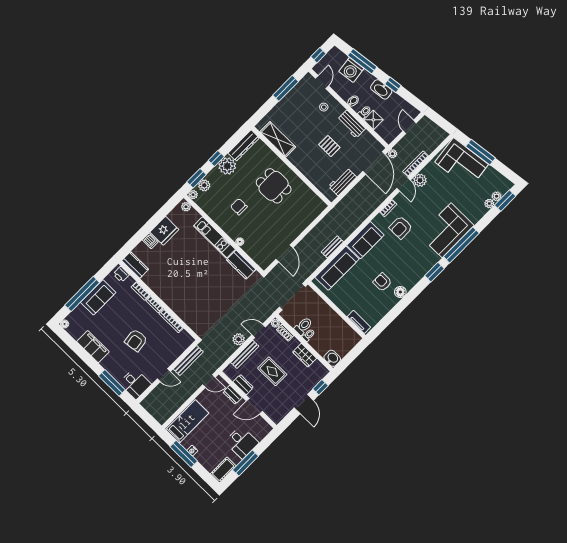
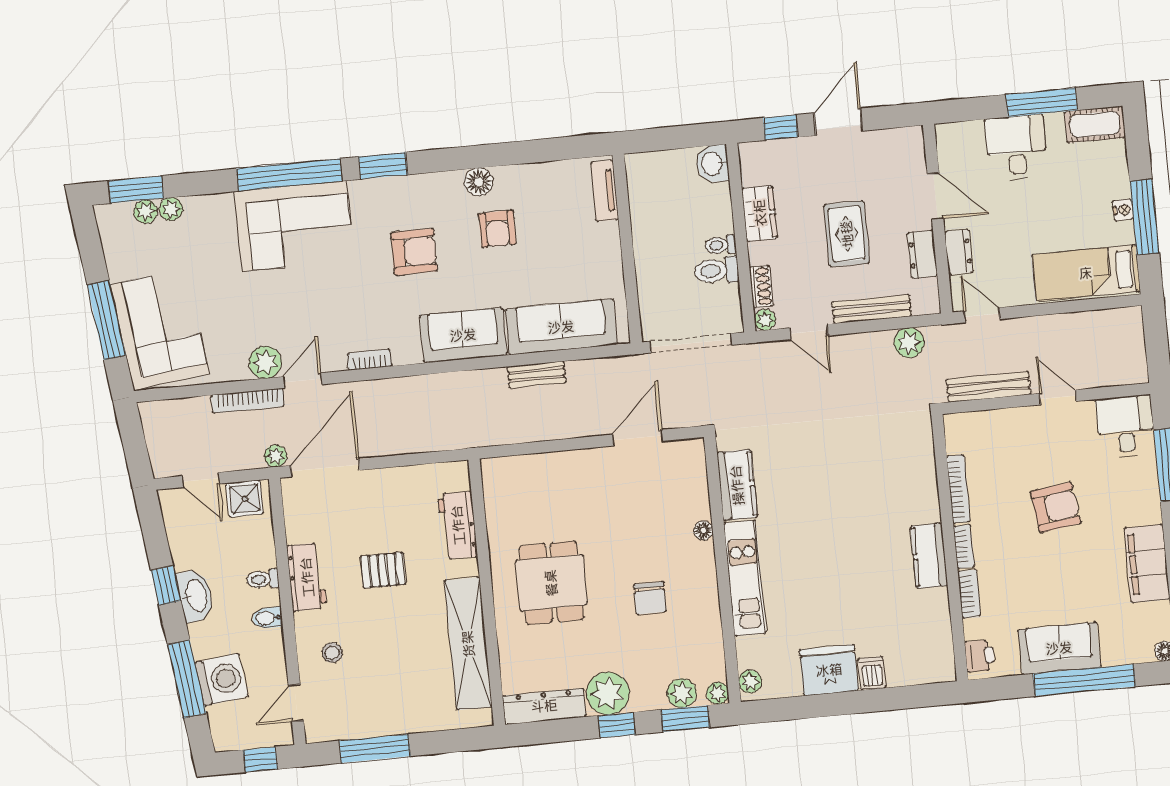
shower: (373, 120) -> (245, 499), moved
door: (410, 127) -> (201, 480), hinge flipped
shelving: (278, 139) -> (468, 644), width x1.47
pallet: (329, 146) -> (383, 570), turned 90
workbench: (342, 182) -> (458, 525), moved, turned 90
armchair: (401, 228) -> (414, 252), moved
kitchen counter: (135, 265) -> (929, 556), moved
plant: (239, 339) -> (909, 343), moved

